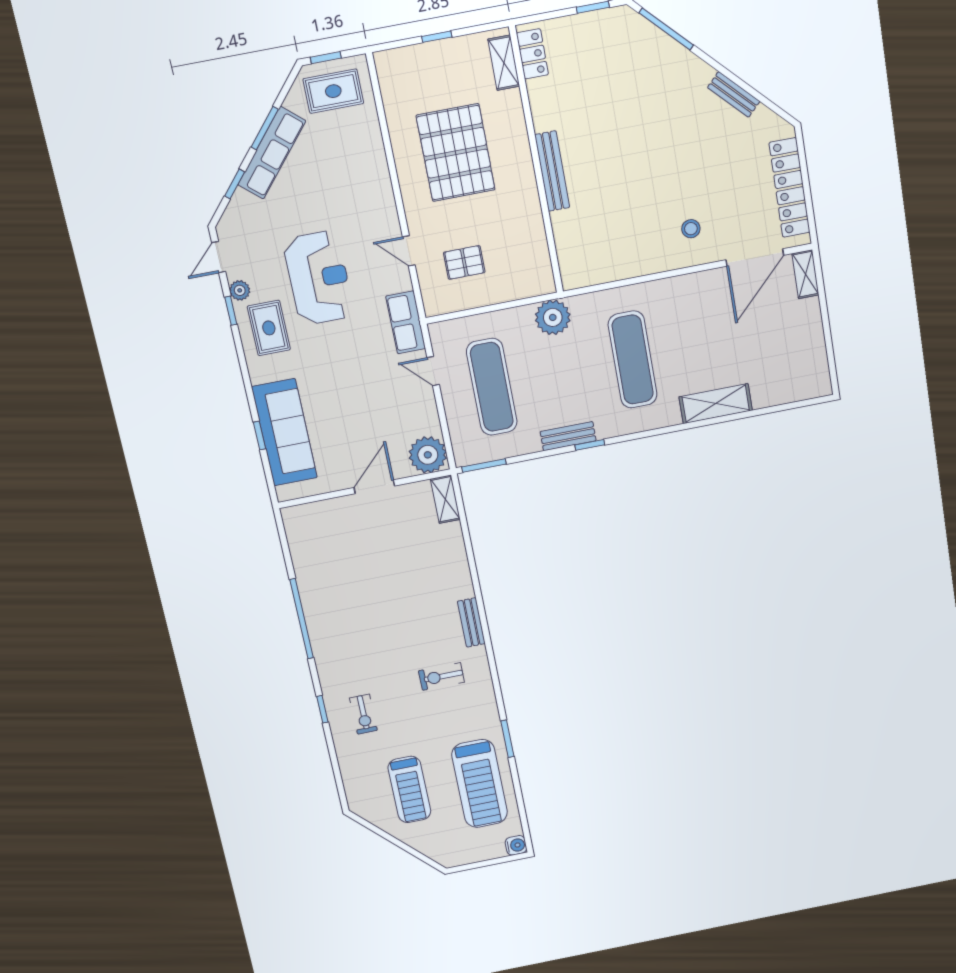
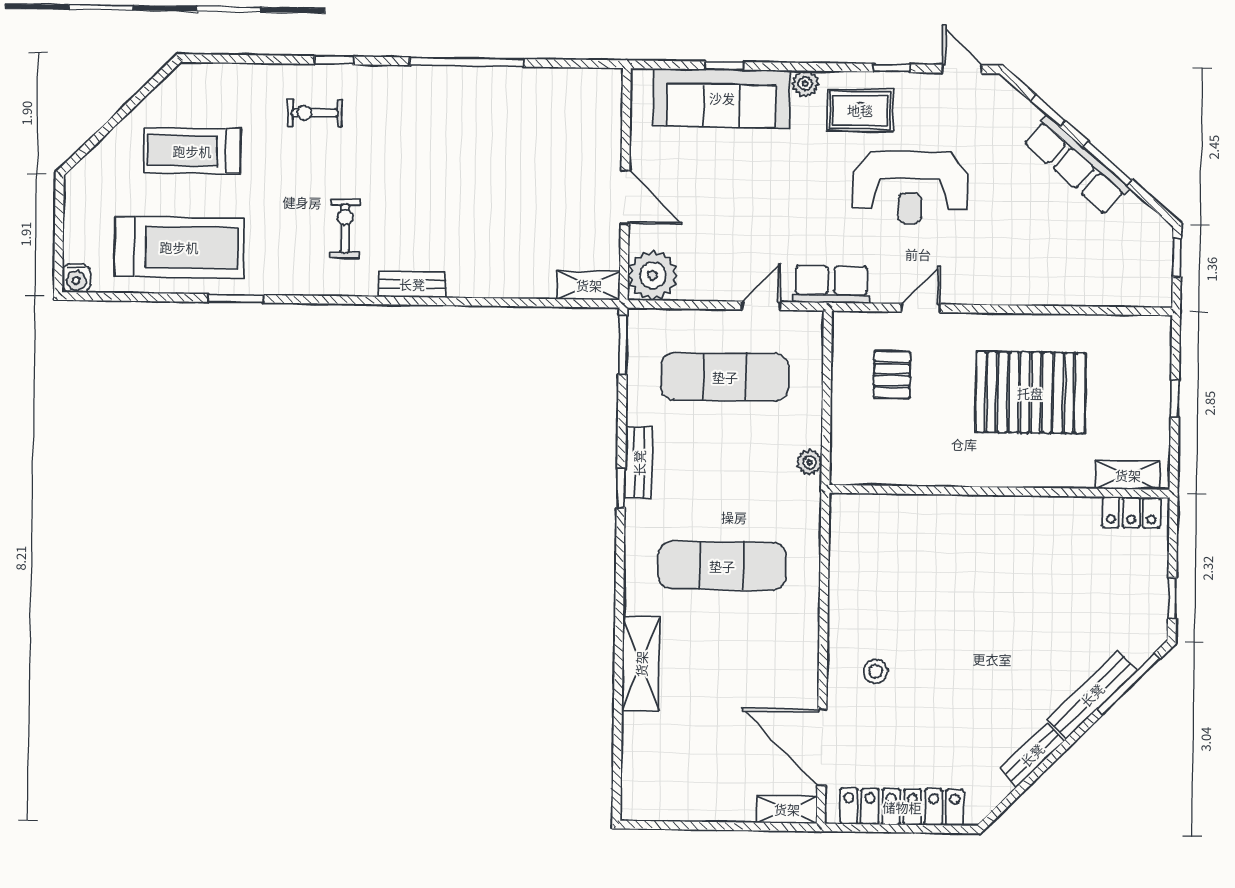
rug: (333, 91) -> (1135, 258), removed
bench: (552, 171) -> (1092, 695), moved, turned -45
plant: (240, 290) -> (805, 84), moved
plant: (553, 317) -> (810, 462), width x0.53, depth x0.53
treadmill: (480, 784) -> (179, 247), turned 180

